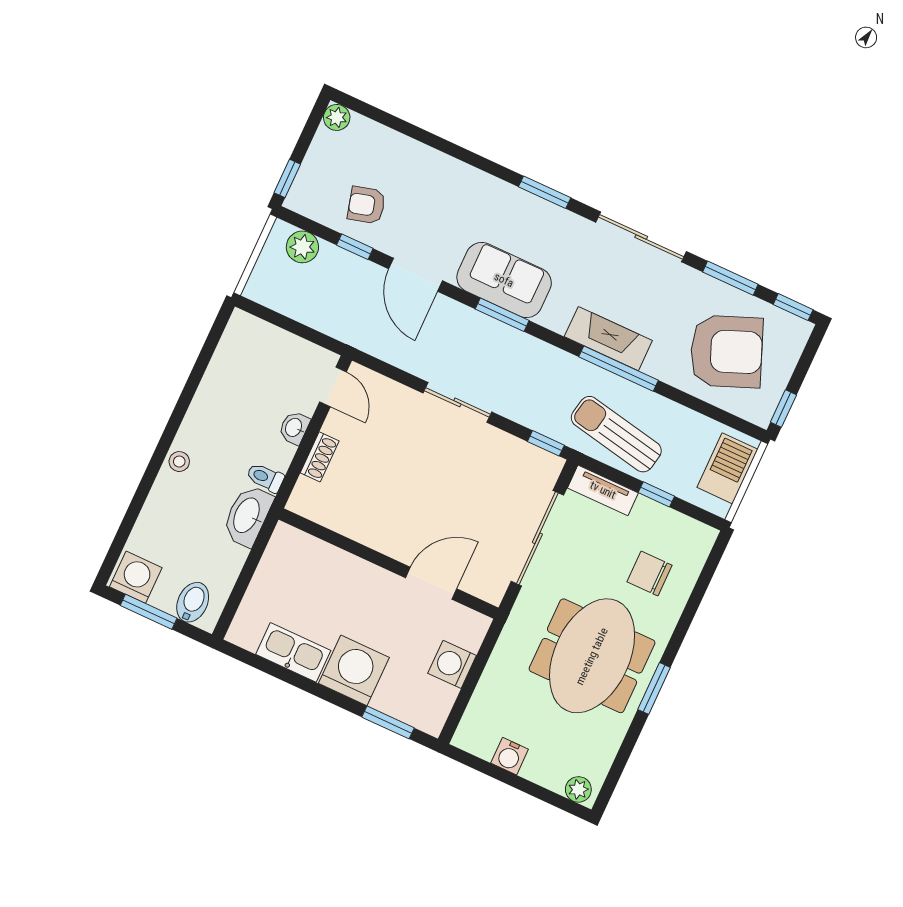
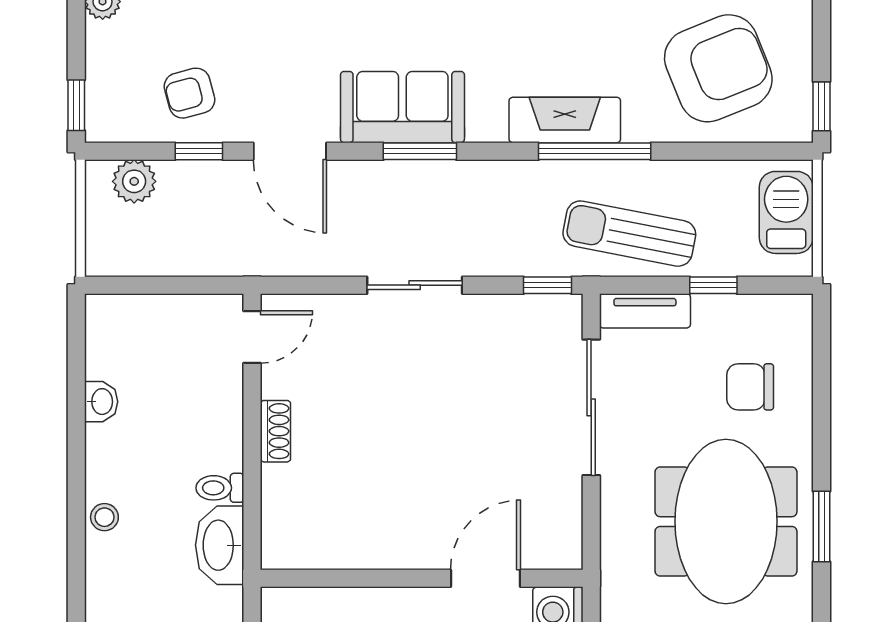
door: (333, 387) -> (252, 337), hinge flipped
washbasin: (294, 428) -> (101, 402), moved, turned 180
wall: (389, 564) -> (422, 578), moved
door: (431, 583) -> (486, 578), moved

